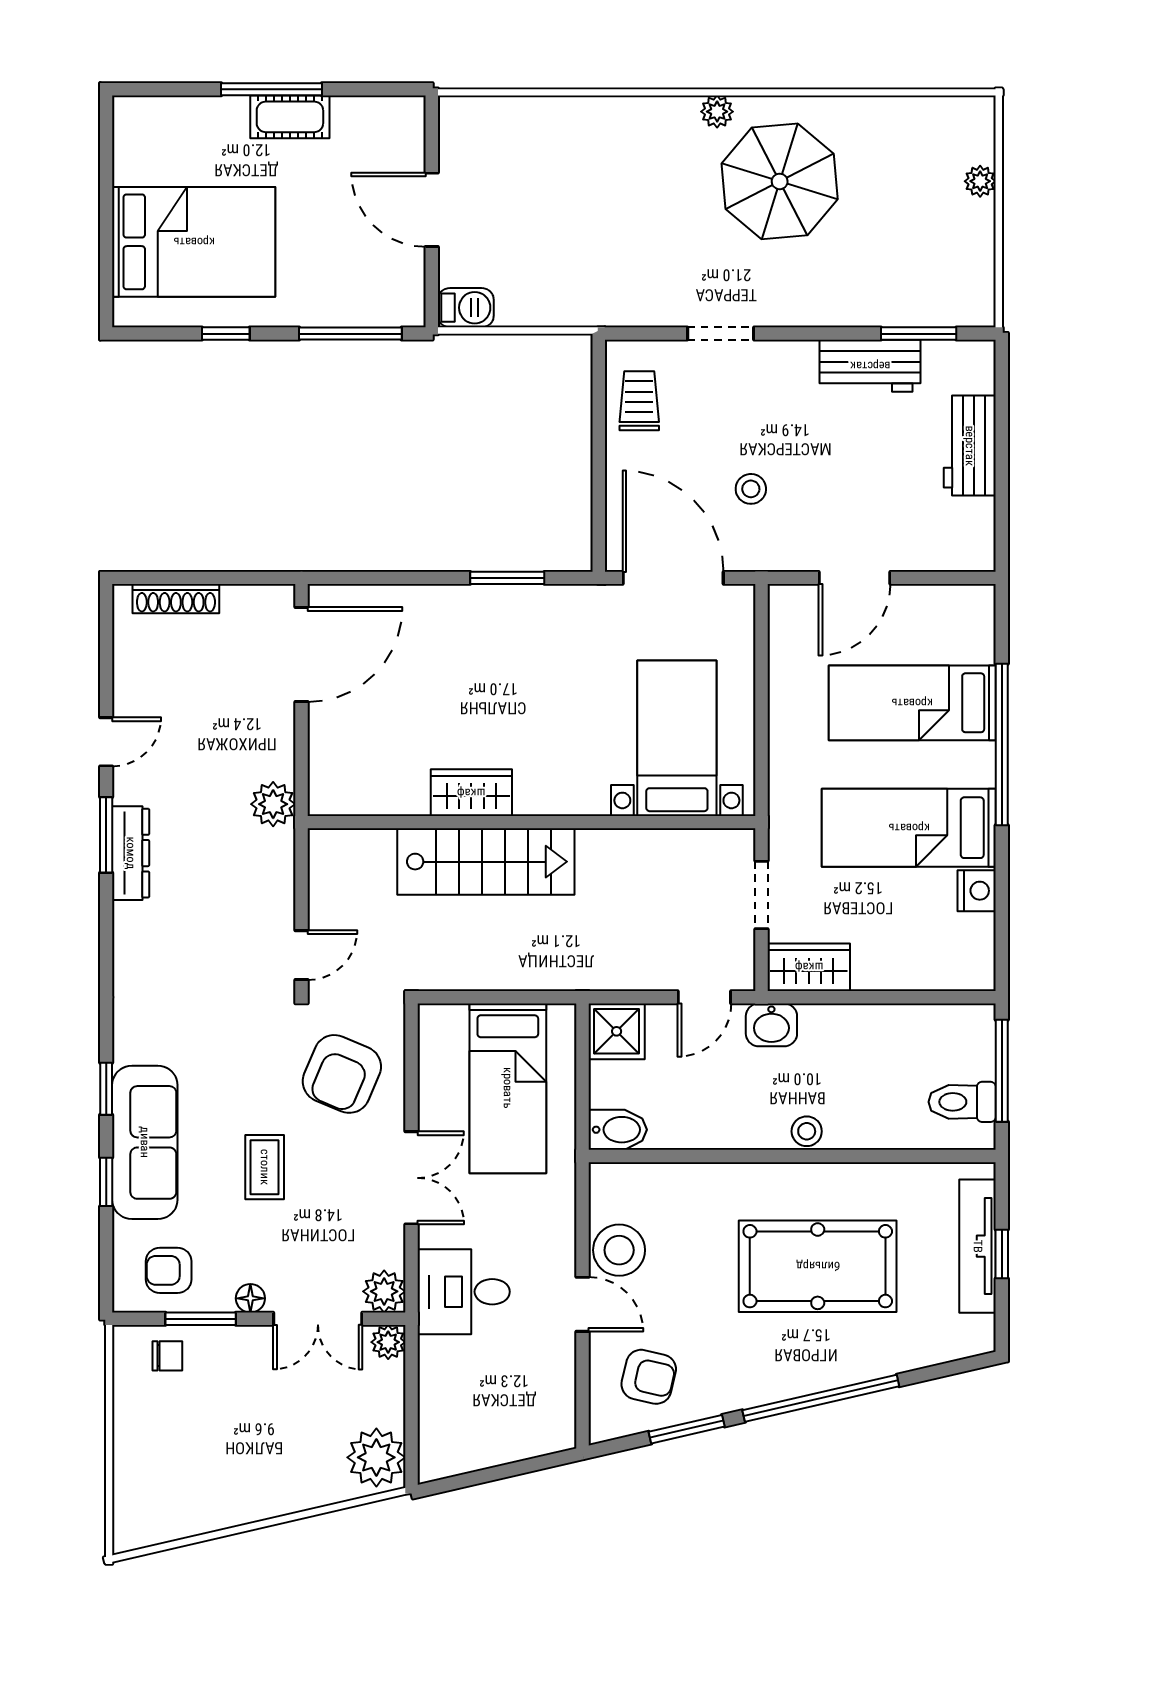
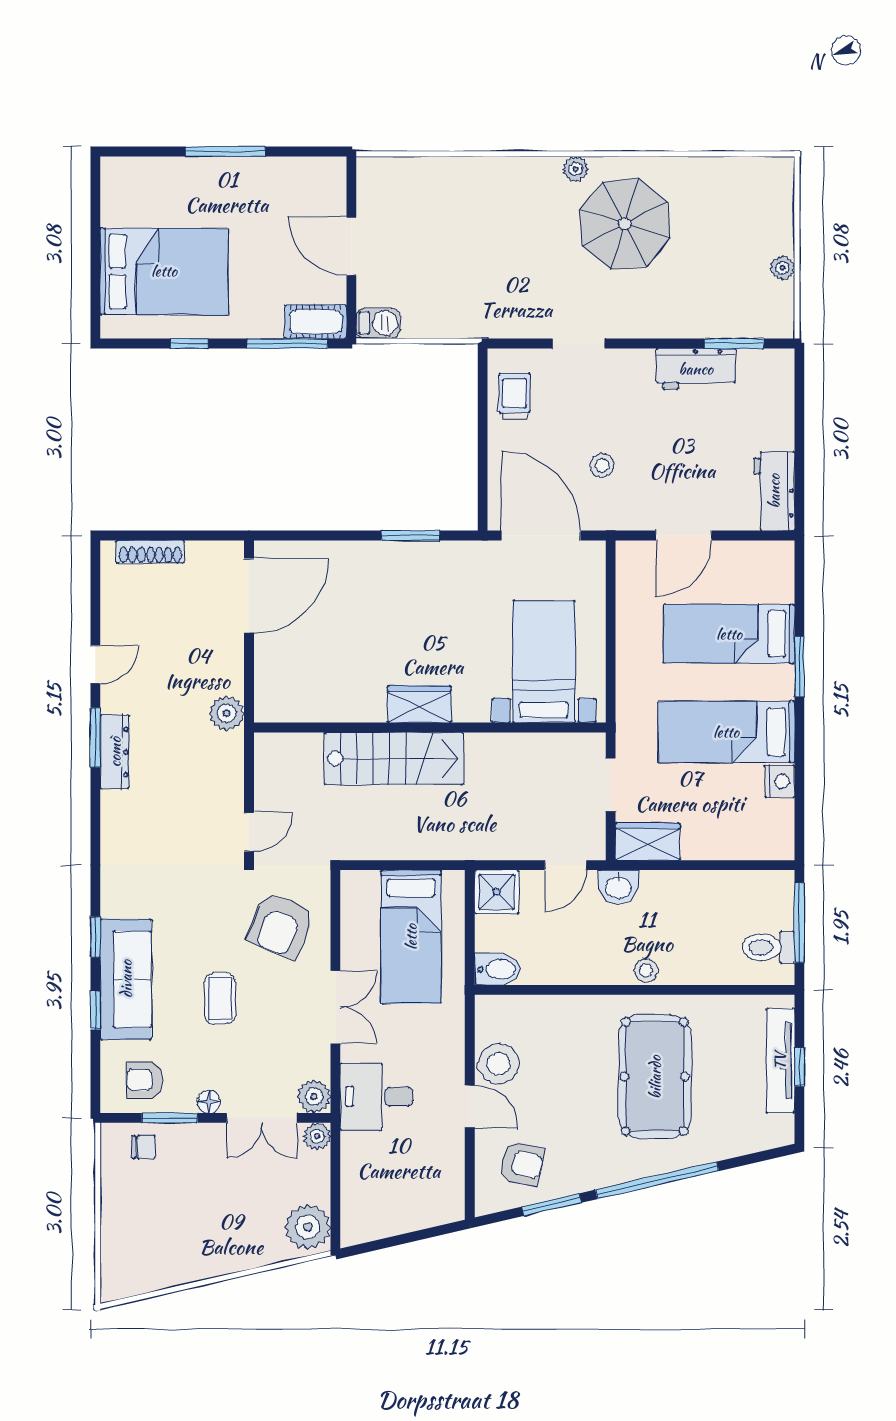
cot: (290, 117) -> (316, 322), moved
plant: (980, 181) -> (782, 268), moved
workbench: (970, 446) -> (774, 491), moved
window: (1002, 744) -> (799, 666), width x0.47
wardrobe: (471, 793) -> (419, 704), moved
pool table: (818, 1266) -> (655, 1077), turned 90

